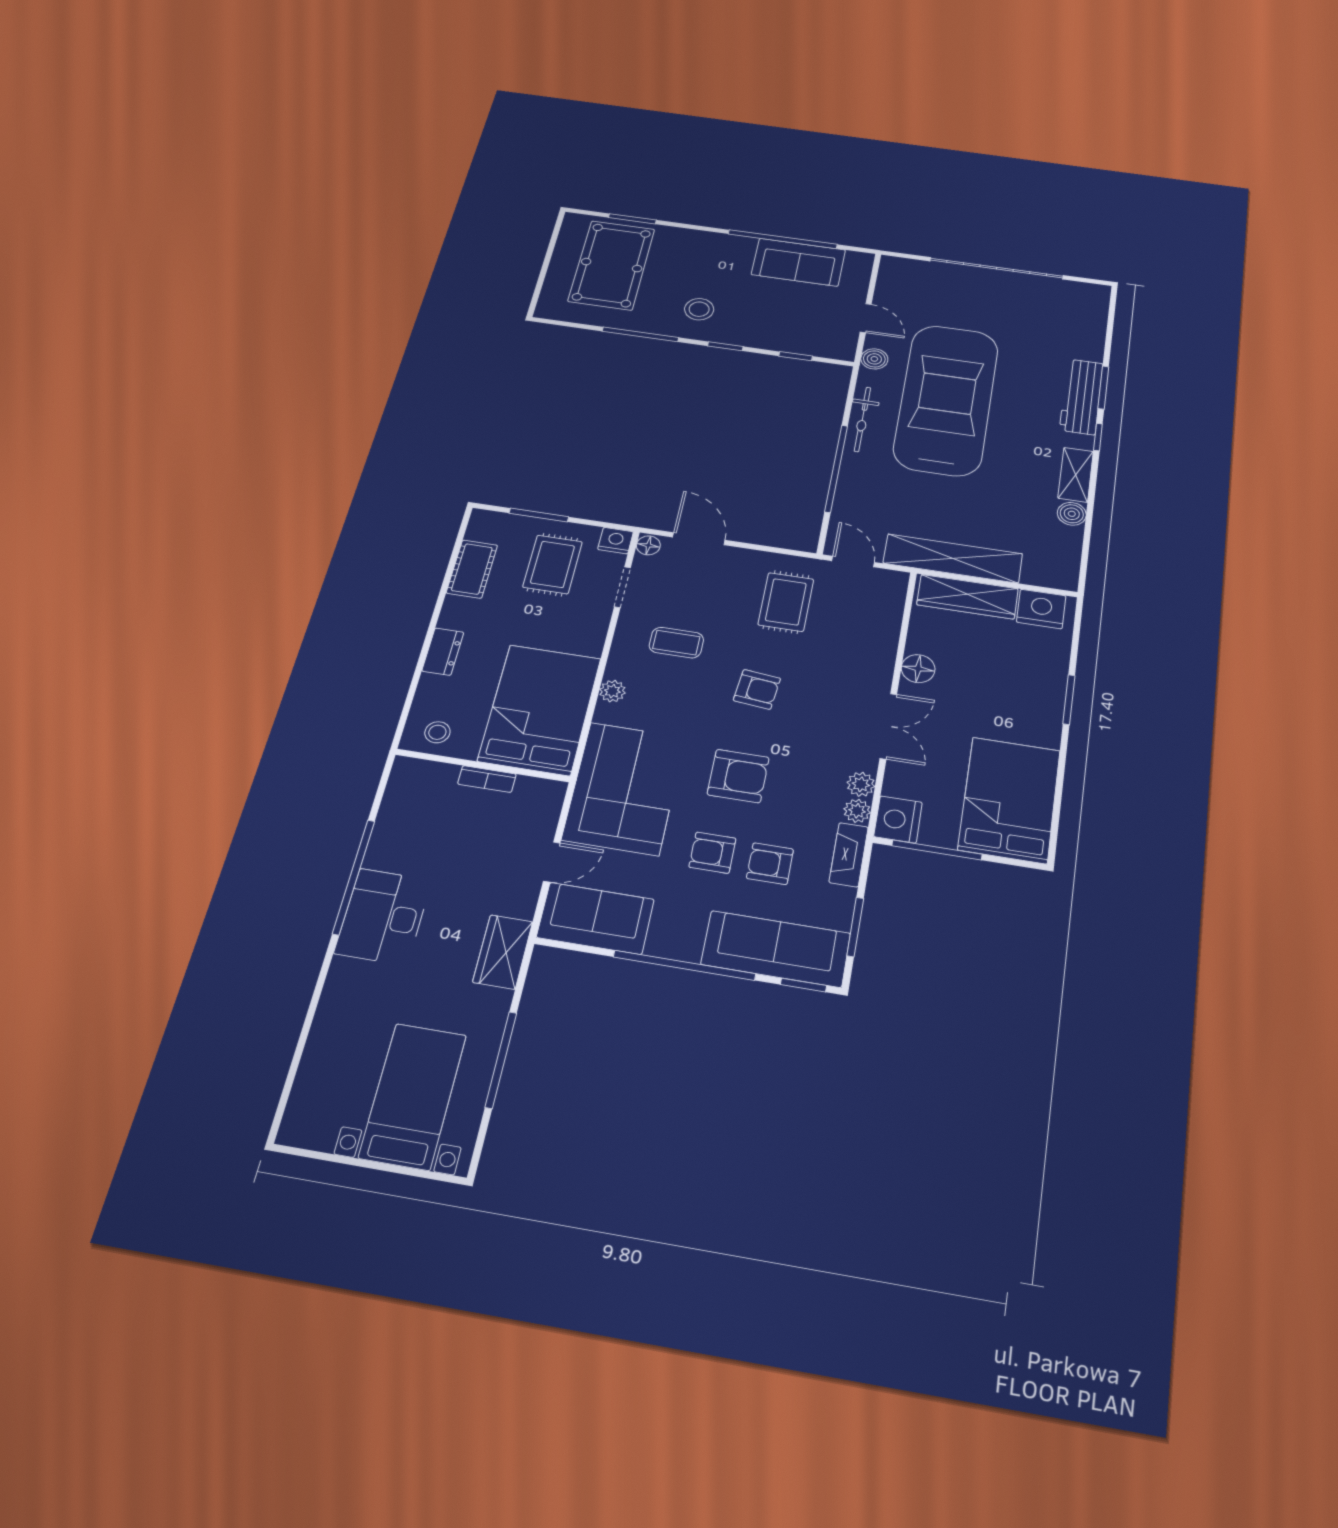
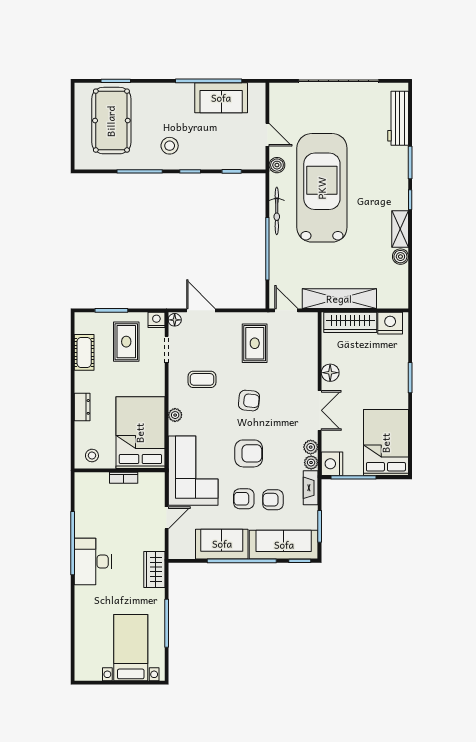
workbench: (1081, 397) -> (398, 118), moved
sofa: (595, 918) -> (222, 544), moved

